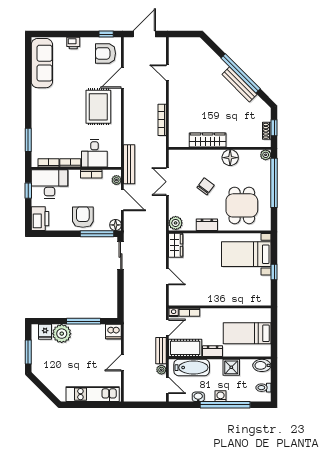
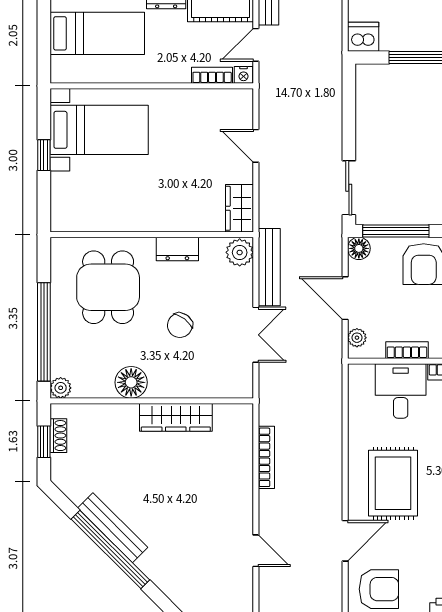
bench: (129, 164) -> (269, 267), moved
bed with nightstands: (246, 254) -> (99, 130), moved

